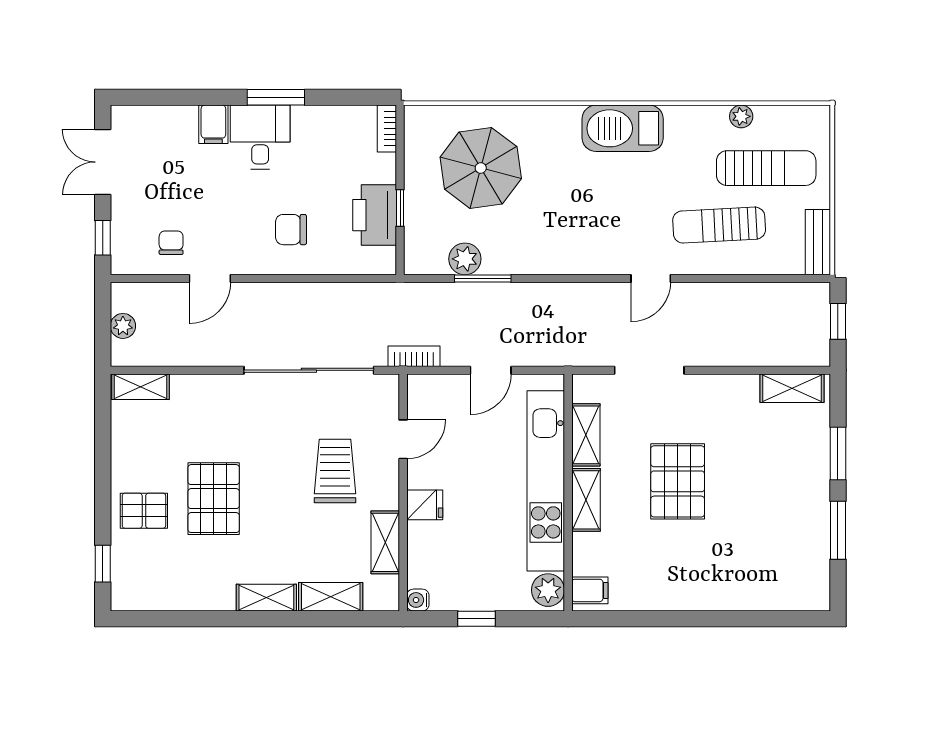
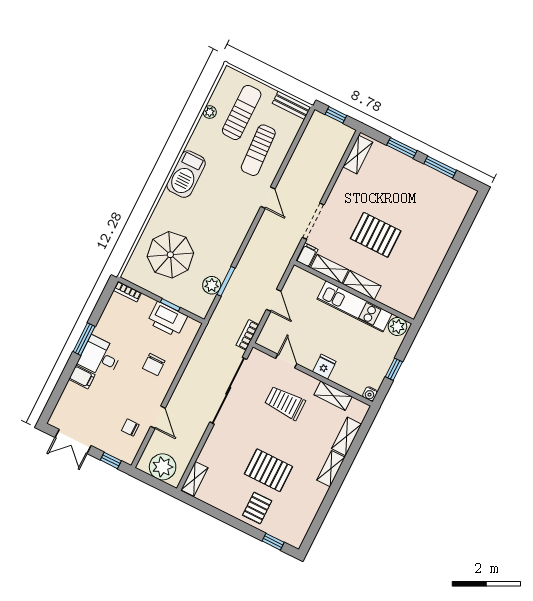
plant: (123, 326) -> (163, 467), width x1.88, depth x1.88
kitchen unit: (546, 481) -> (355, 306), width x0.73
filing cabinet: (590, 590) -> (307, 255), moved

